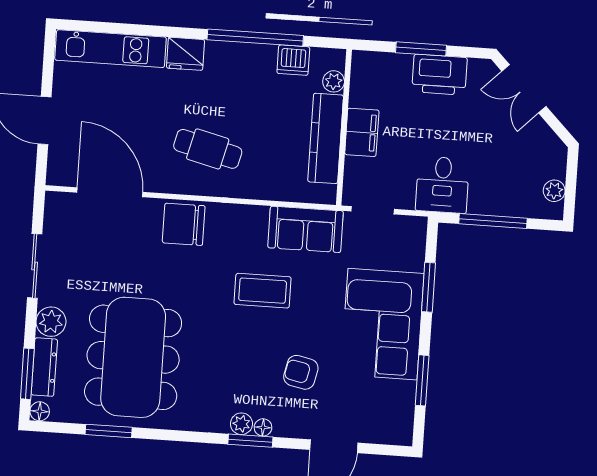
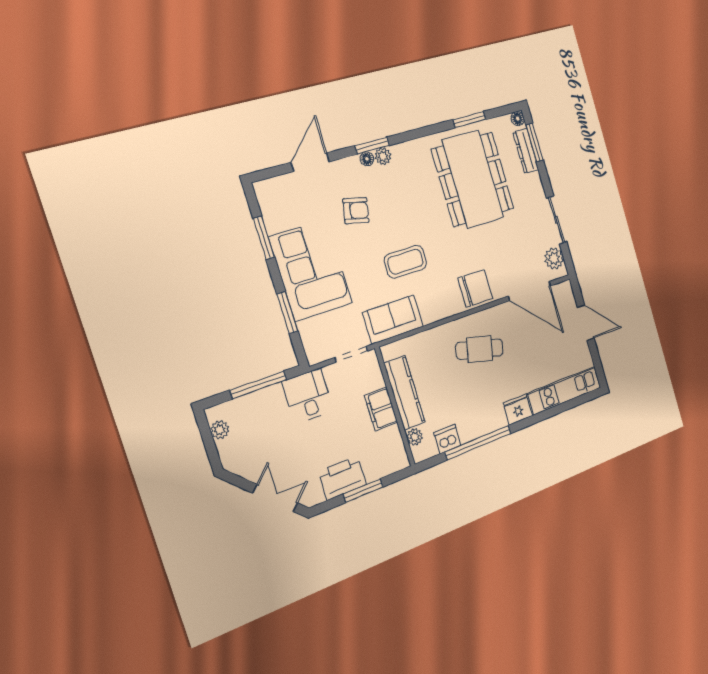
plant: (51, 322) -> (554, 258), moved

